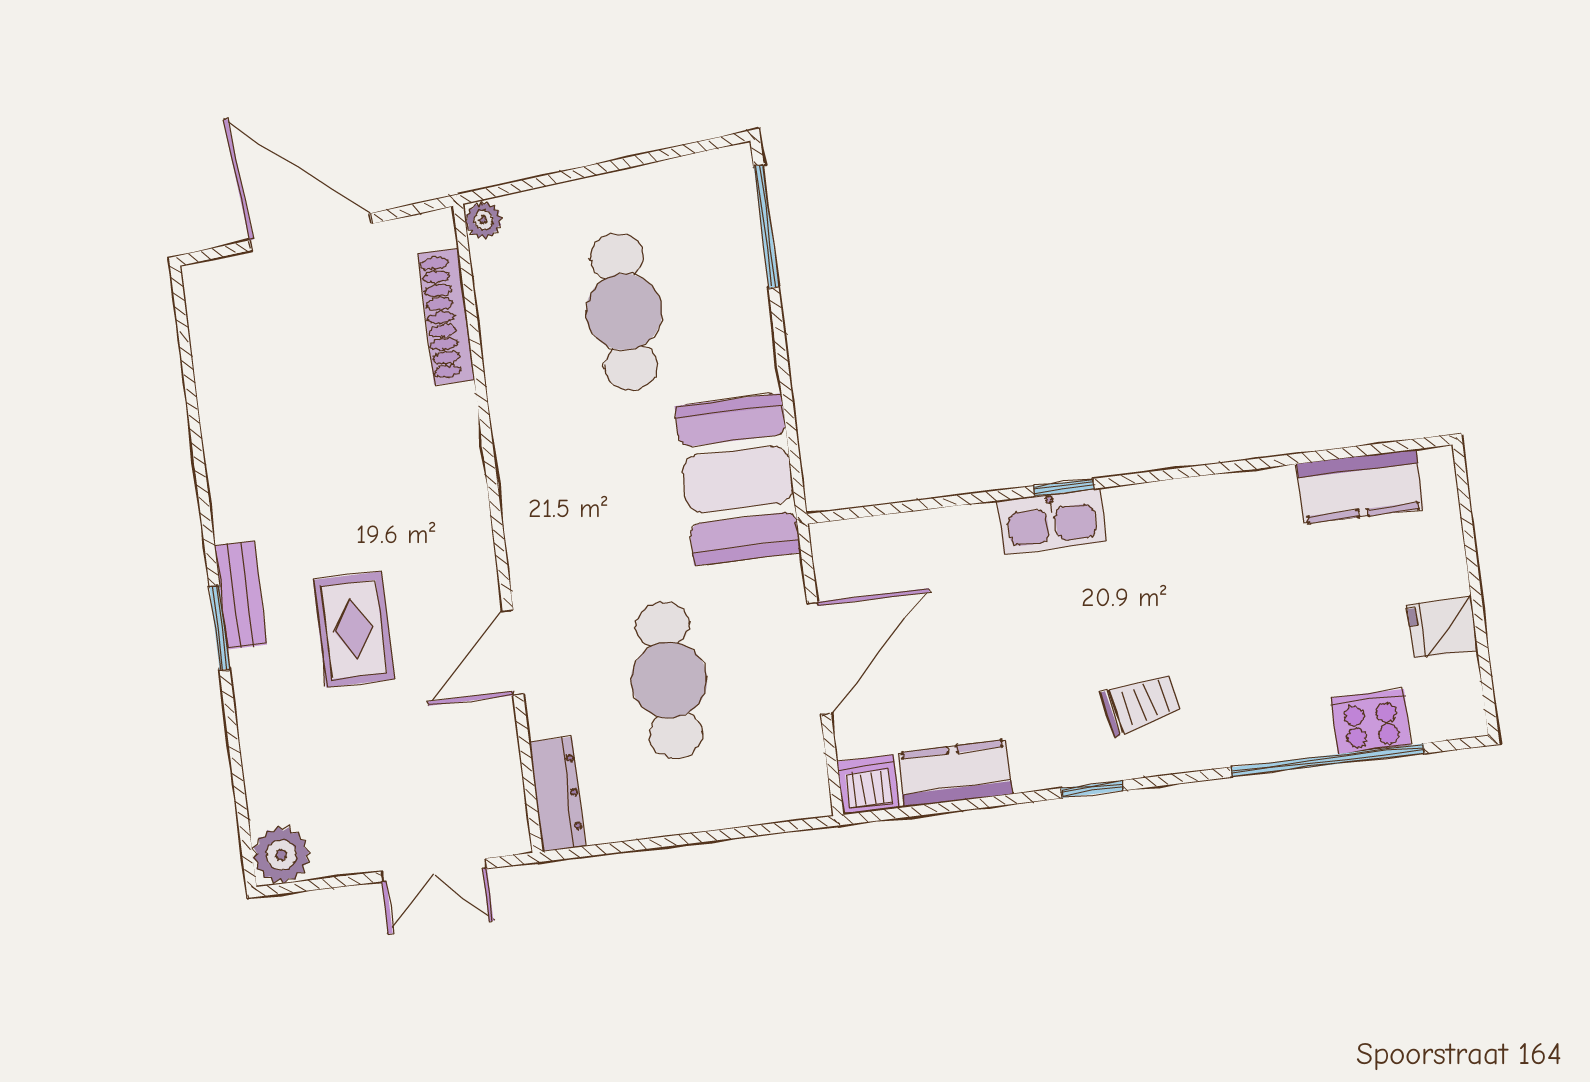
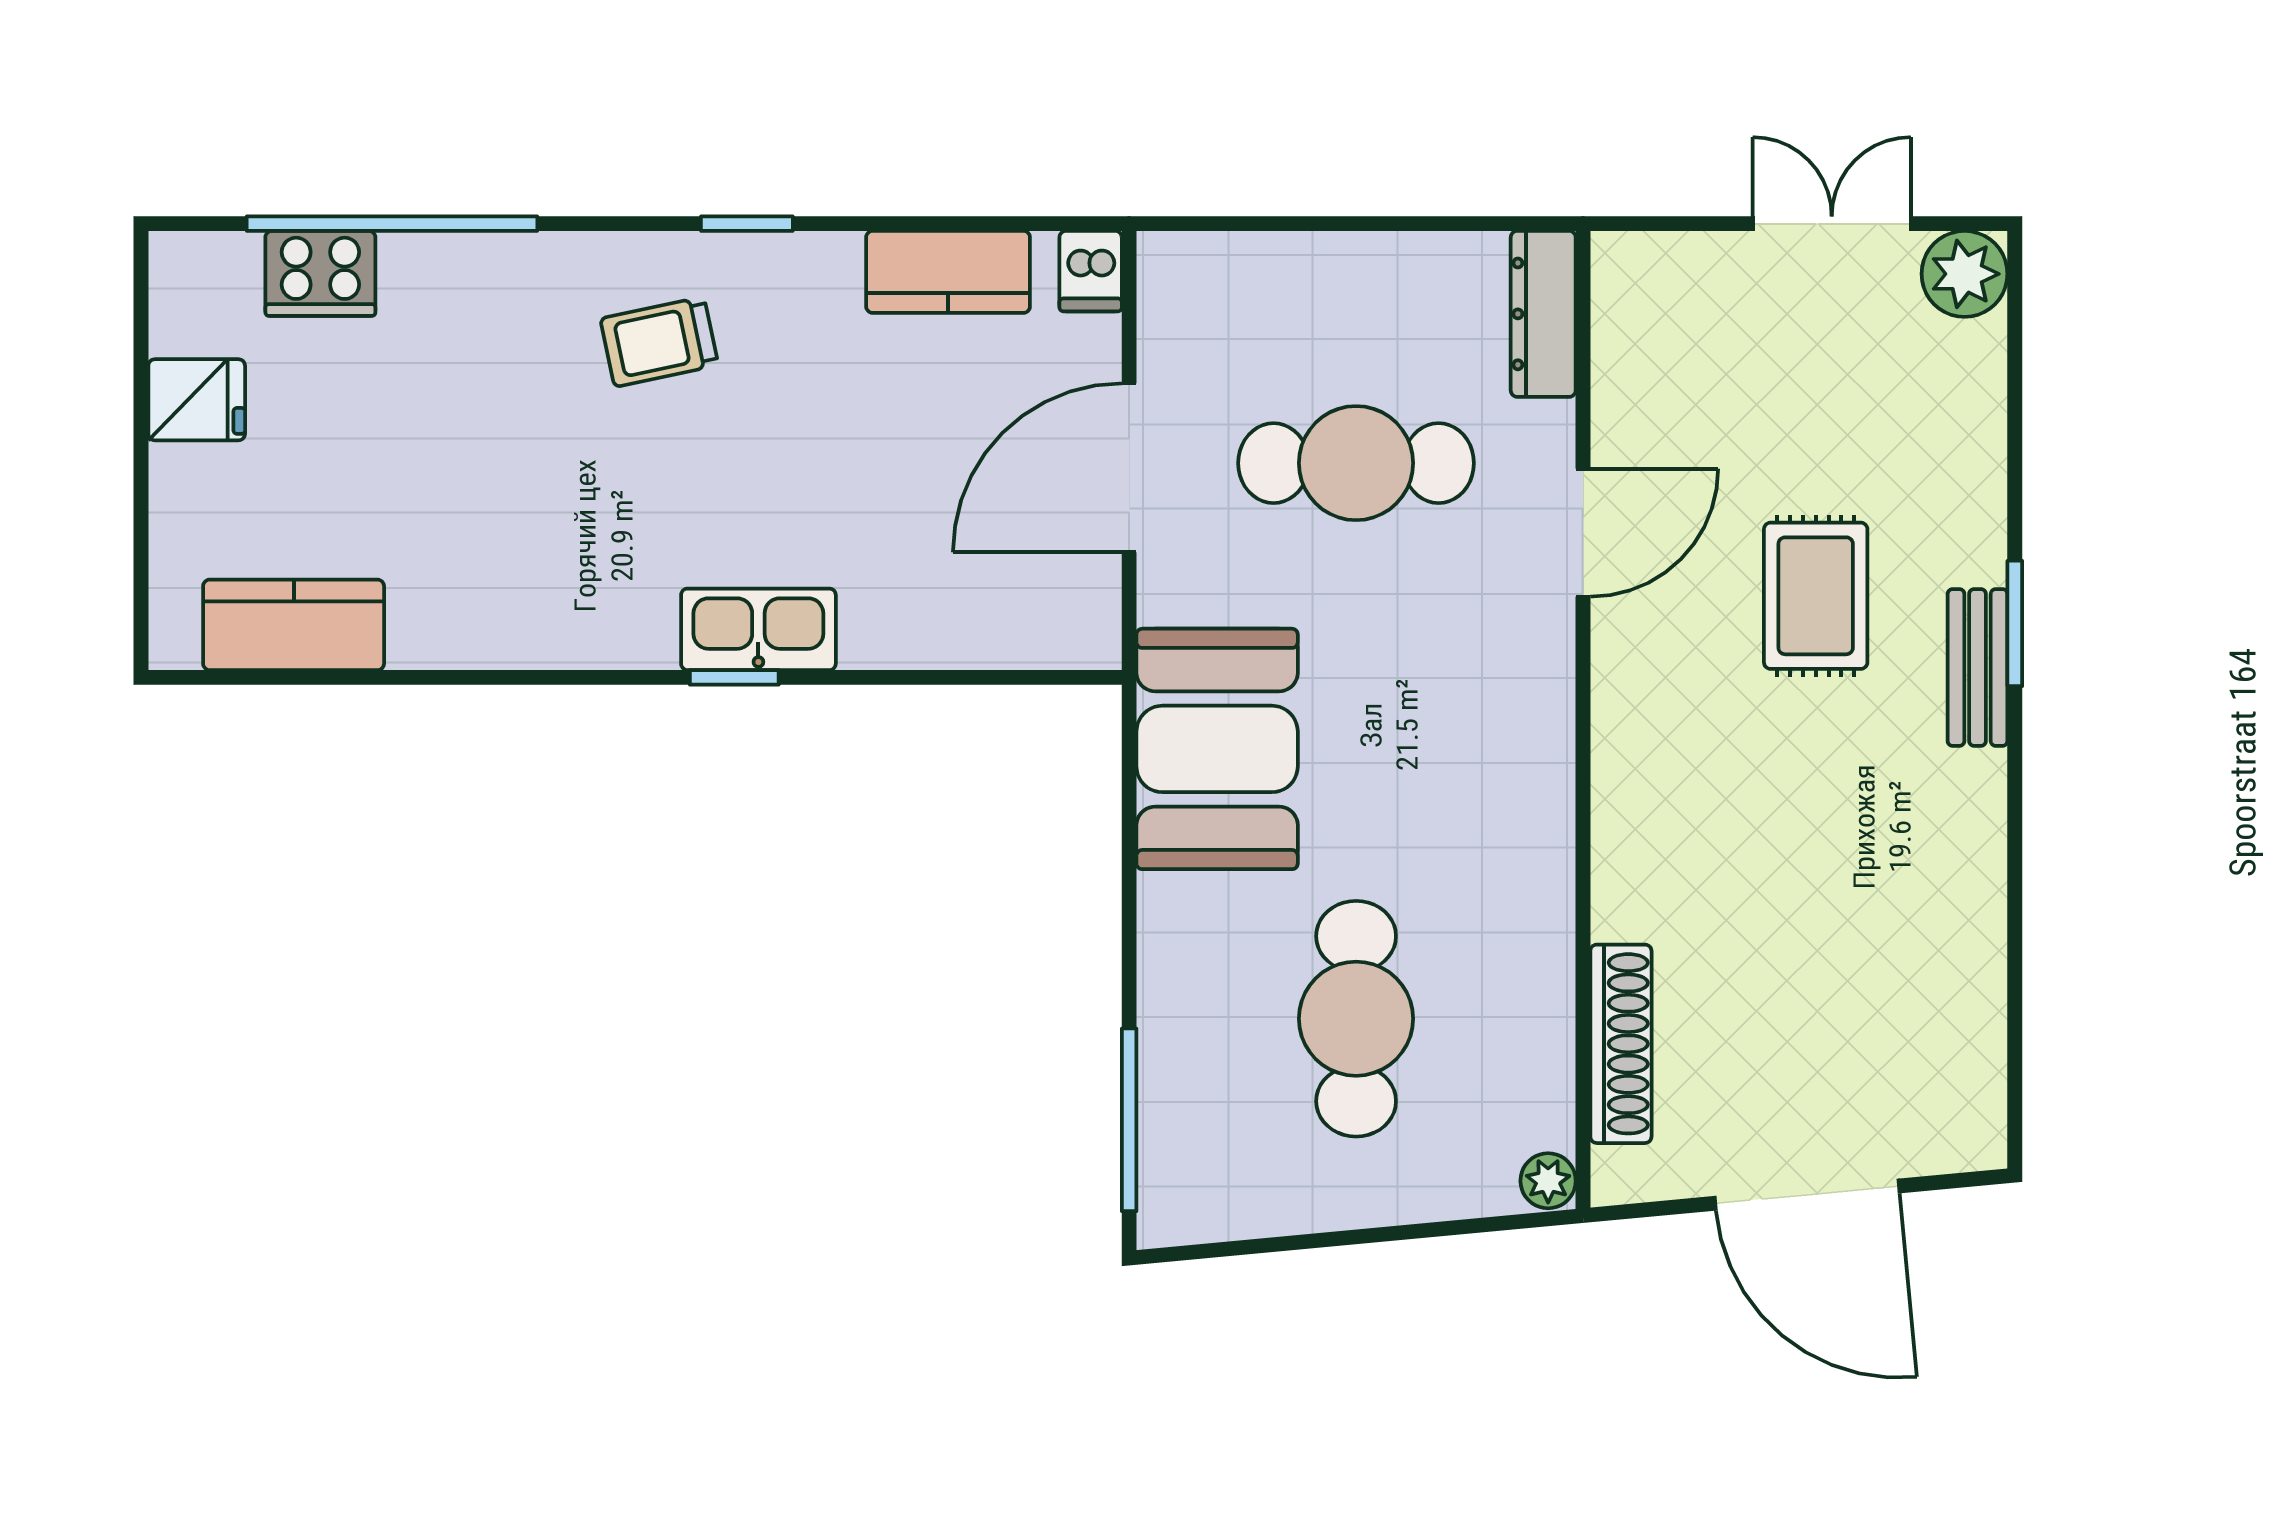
cafe table: (669, 680) -> (1356, 463), turned 90
dishwasher: (868, 785) -> (1091, 271), width x0.73
double door: (434, 870) -> (1832, 224), moved

